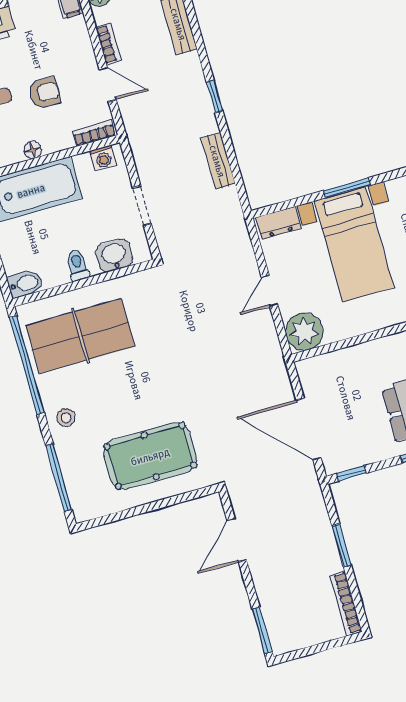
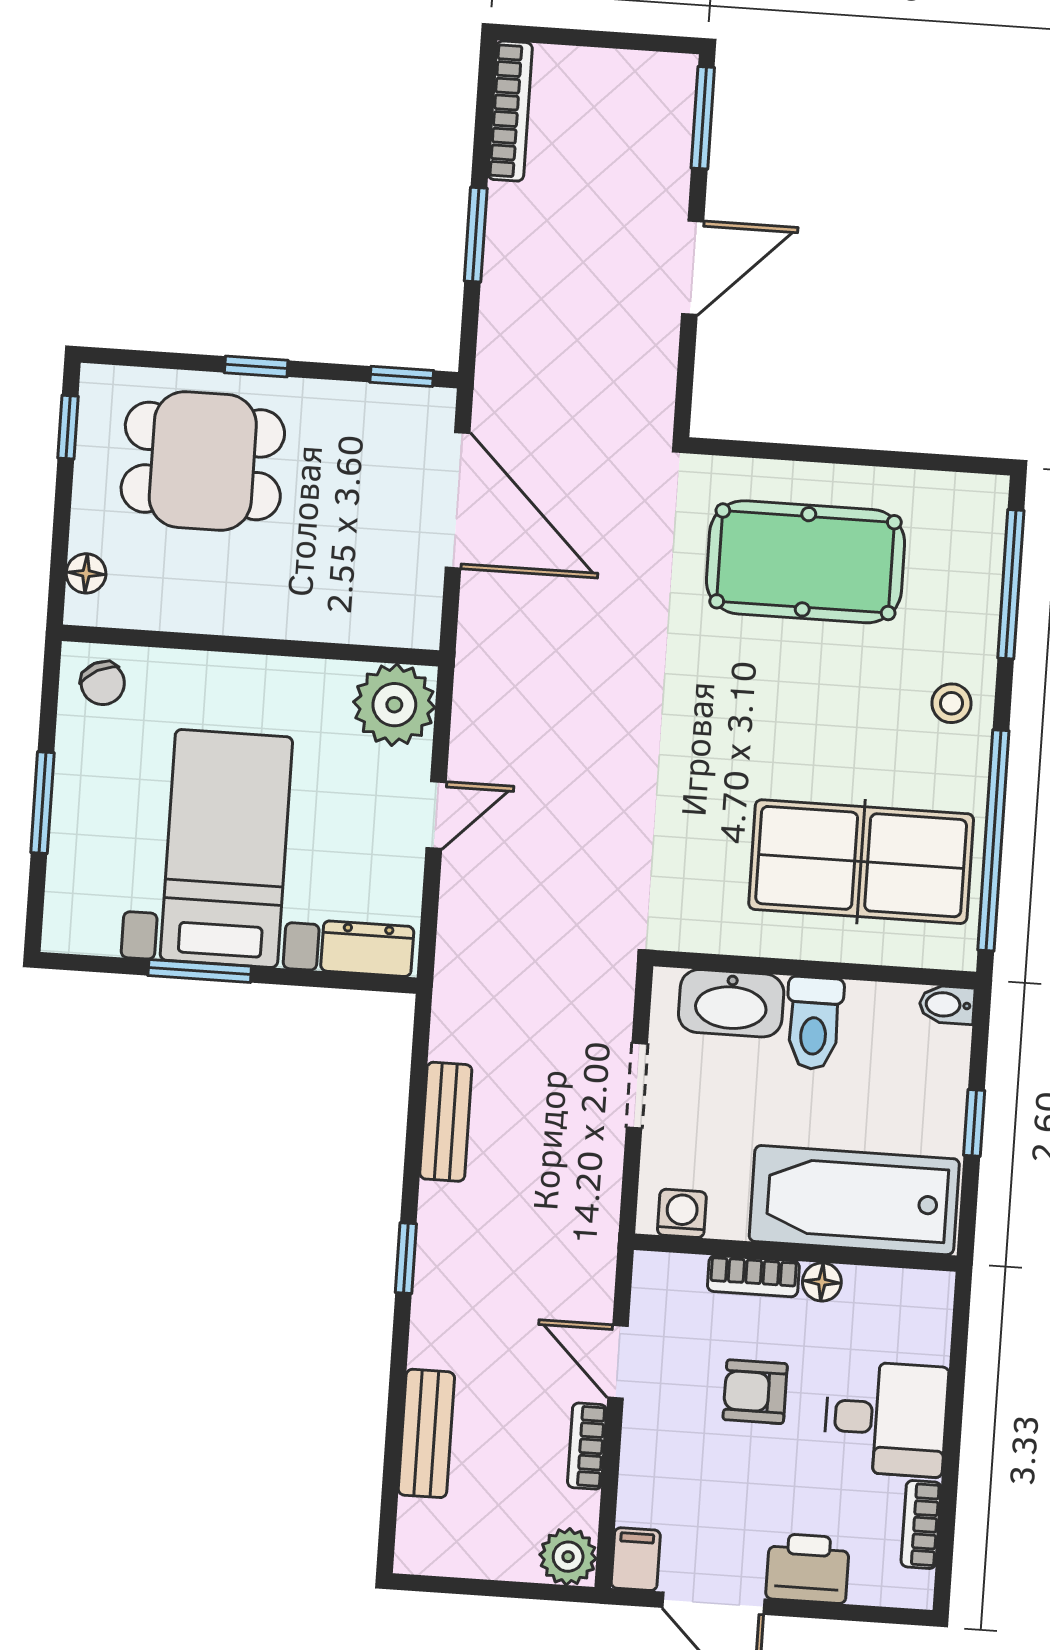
bookcase: (94, 133) -> (753, 1276), moved
washbasin: (114, 255) -> (731, 1003), width x1.38
toilet: (77, 265) -> (814, 1023), width x1.37, depth x1.39
bidet: (25, 284) -> (947, 1005), width x0.72, depth x0.74
door: (237, 540) -> (693, 268), moved

